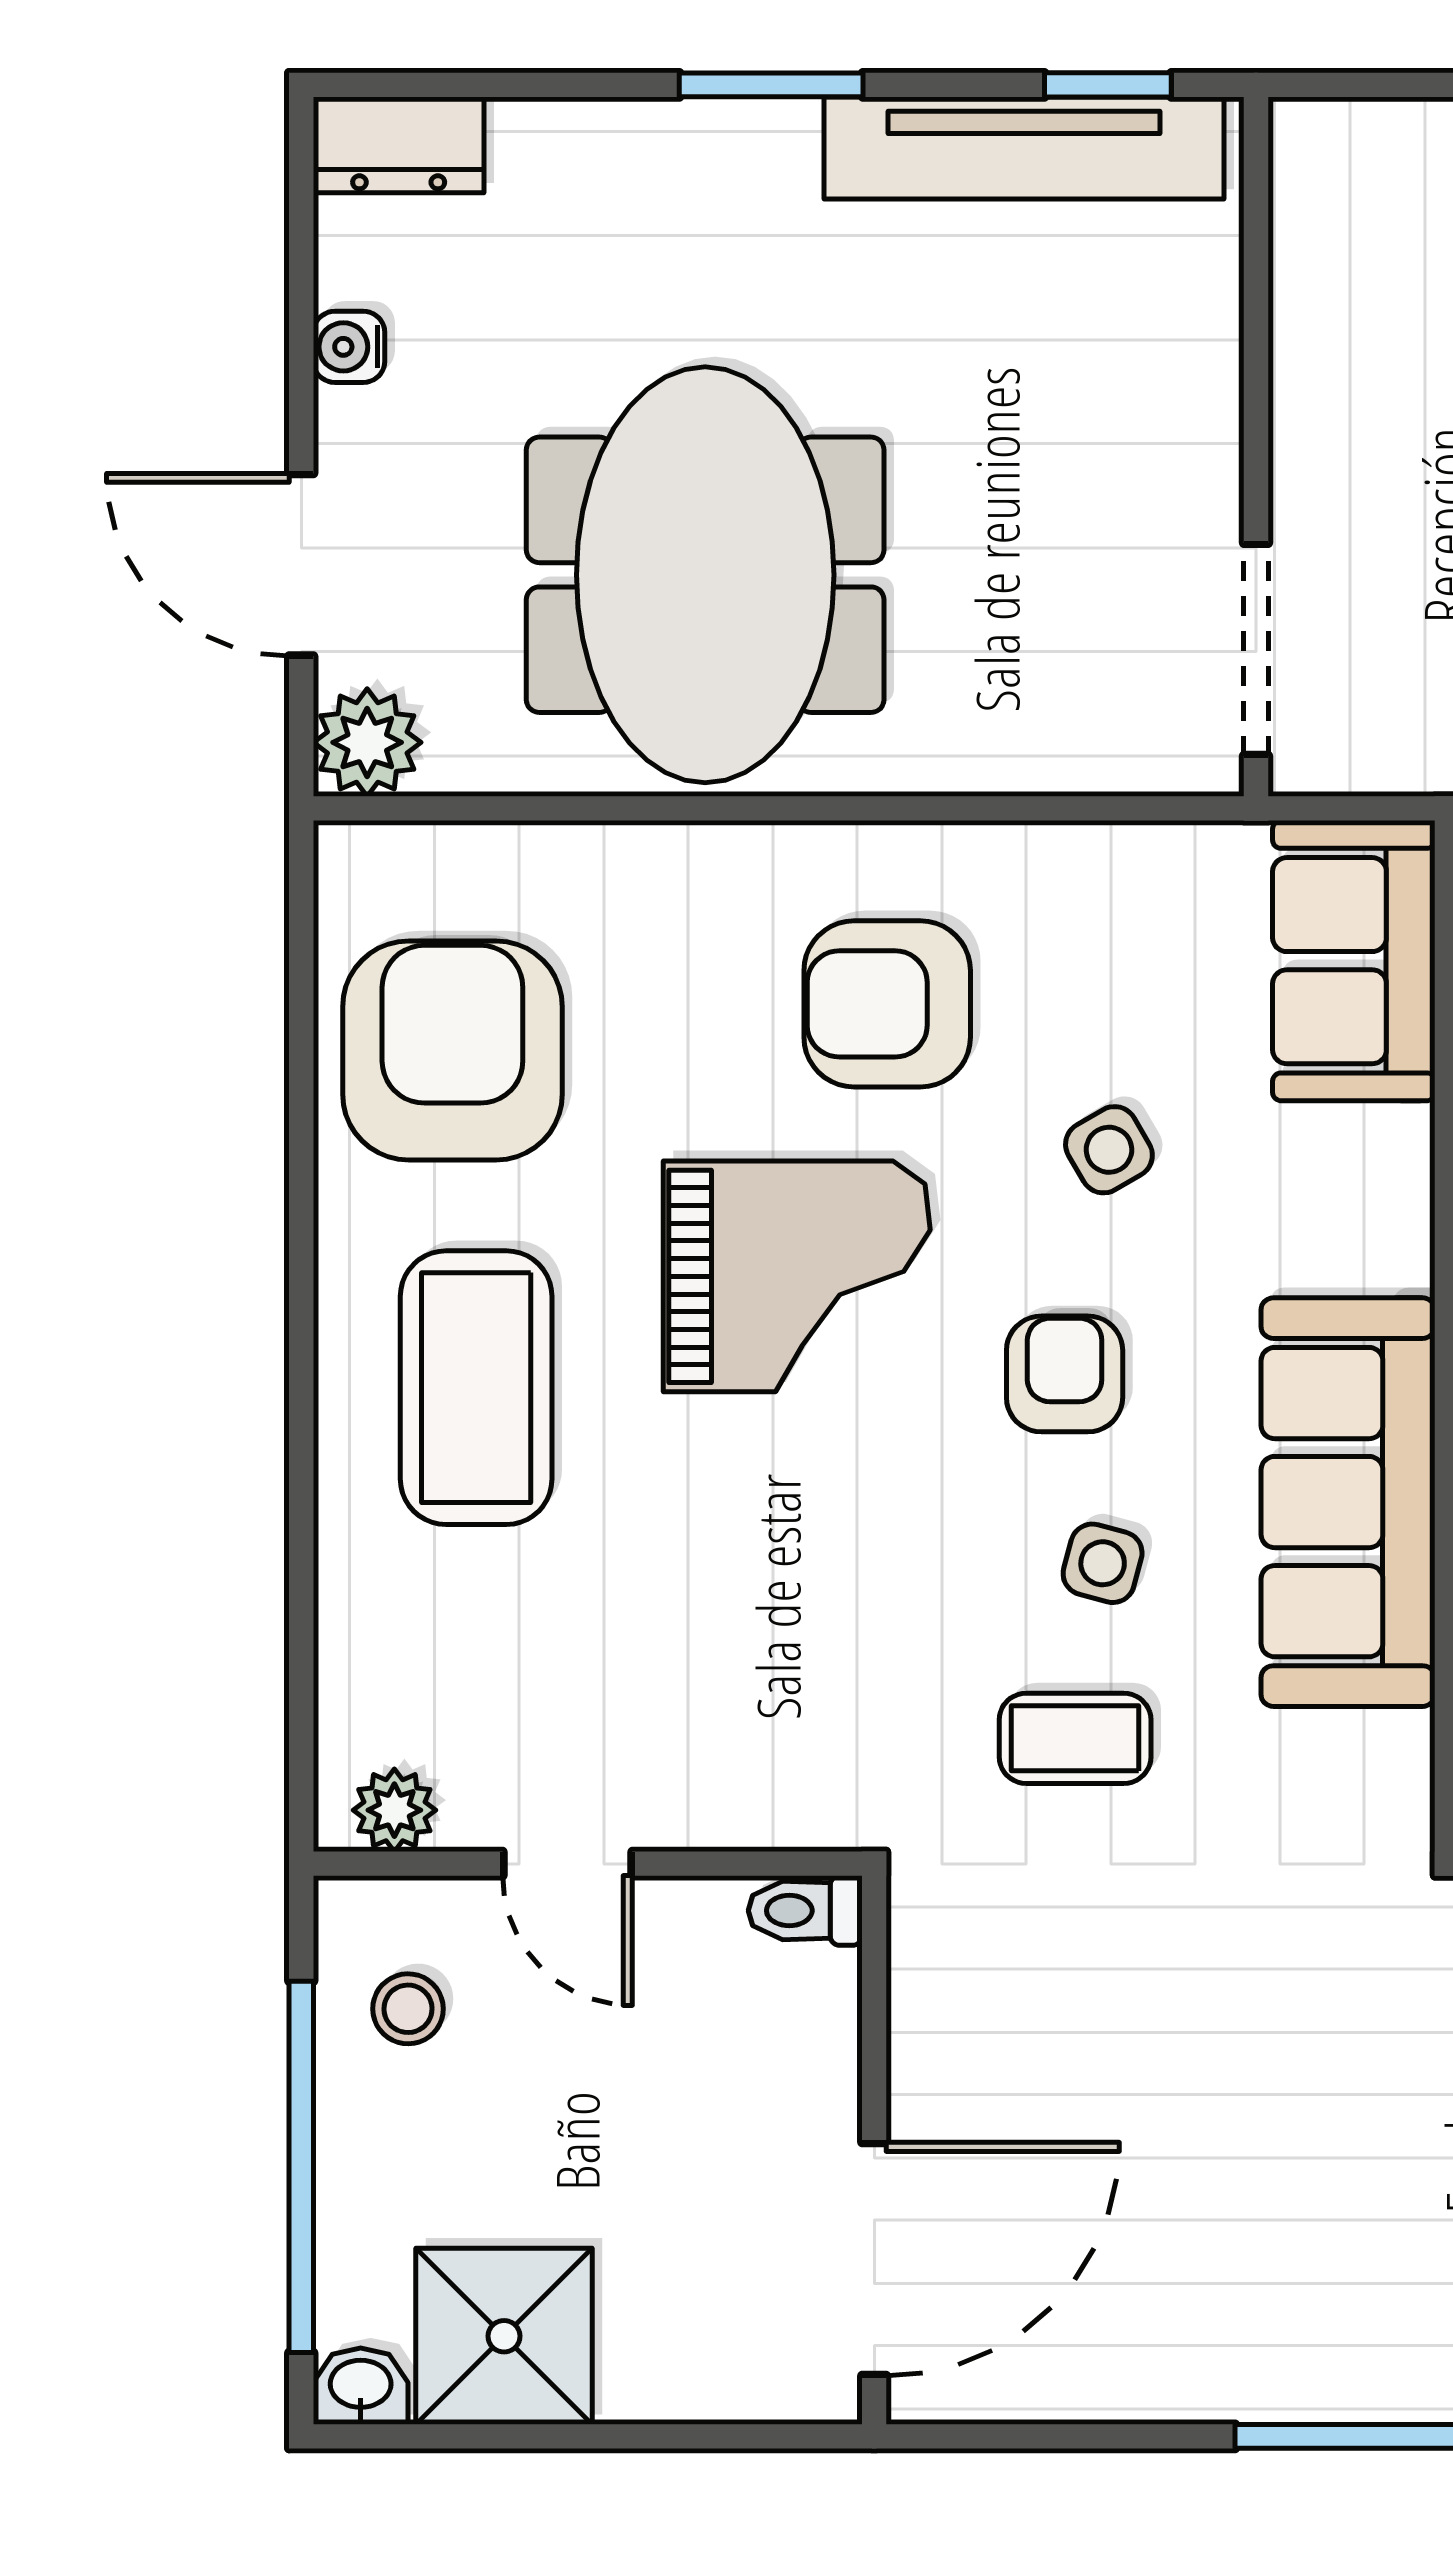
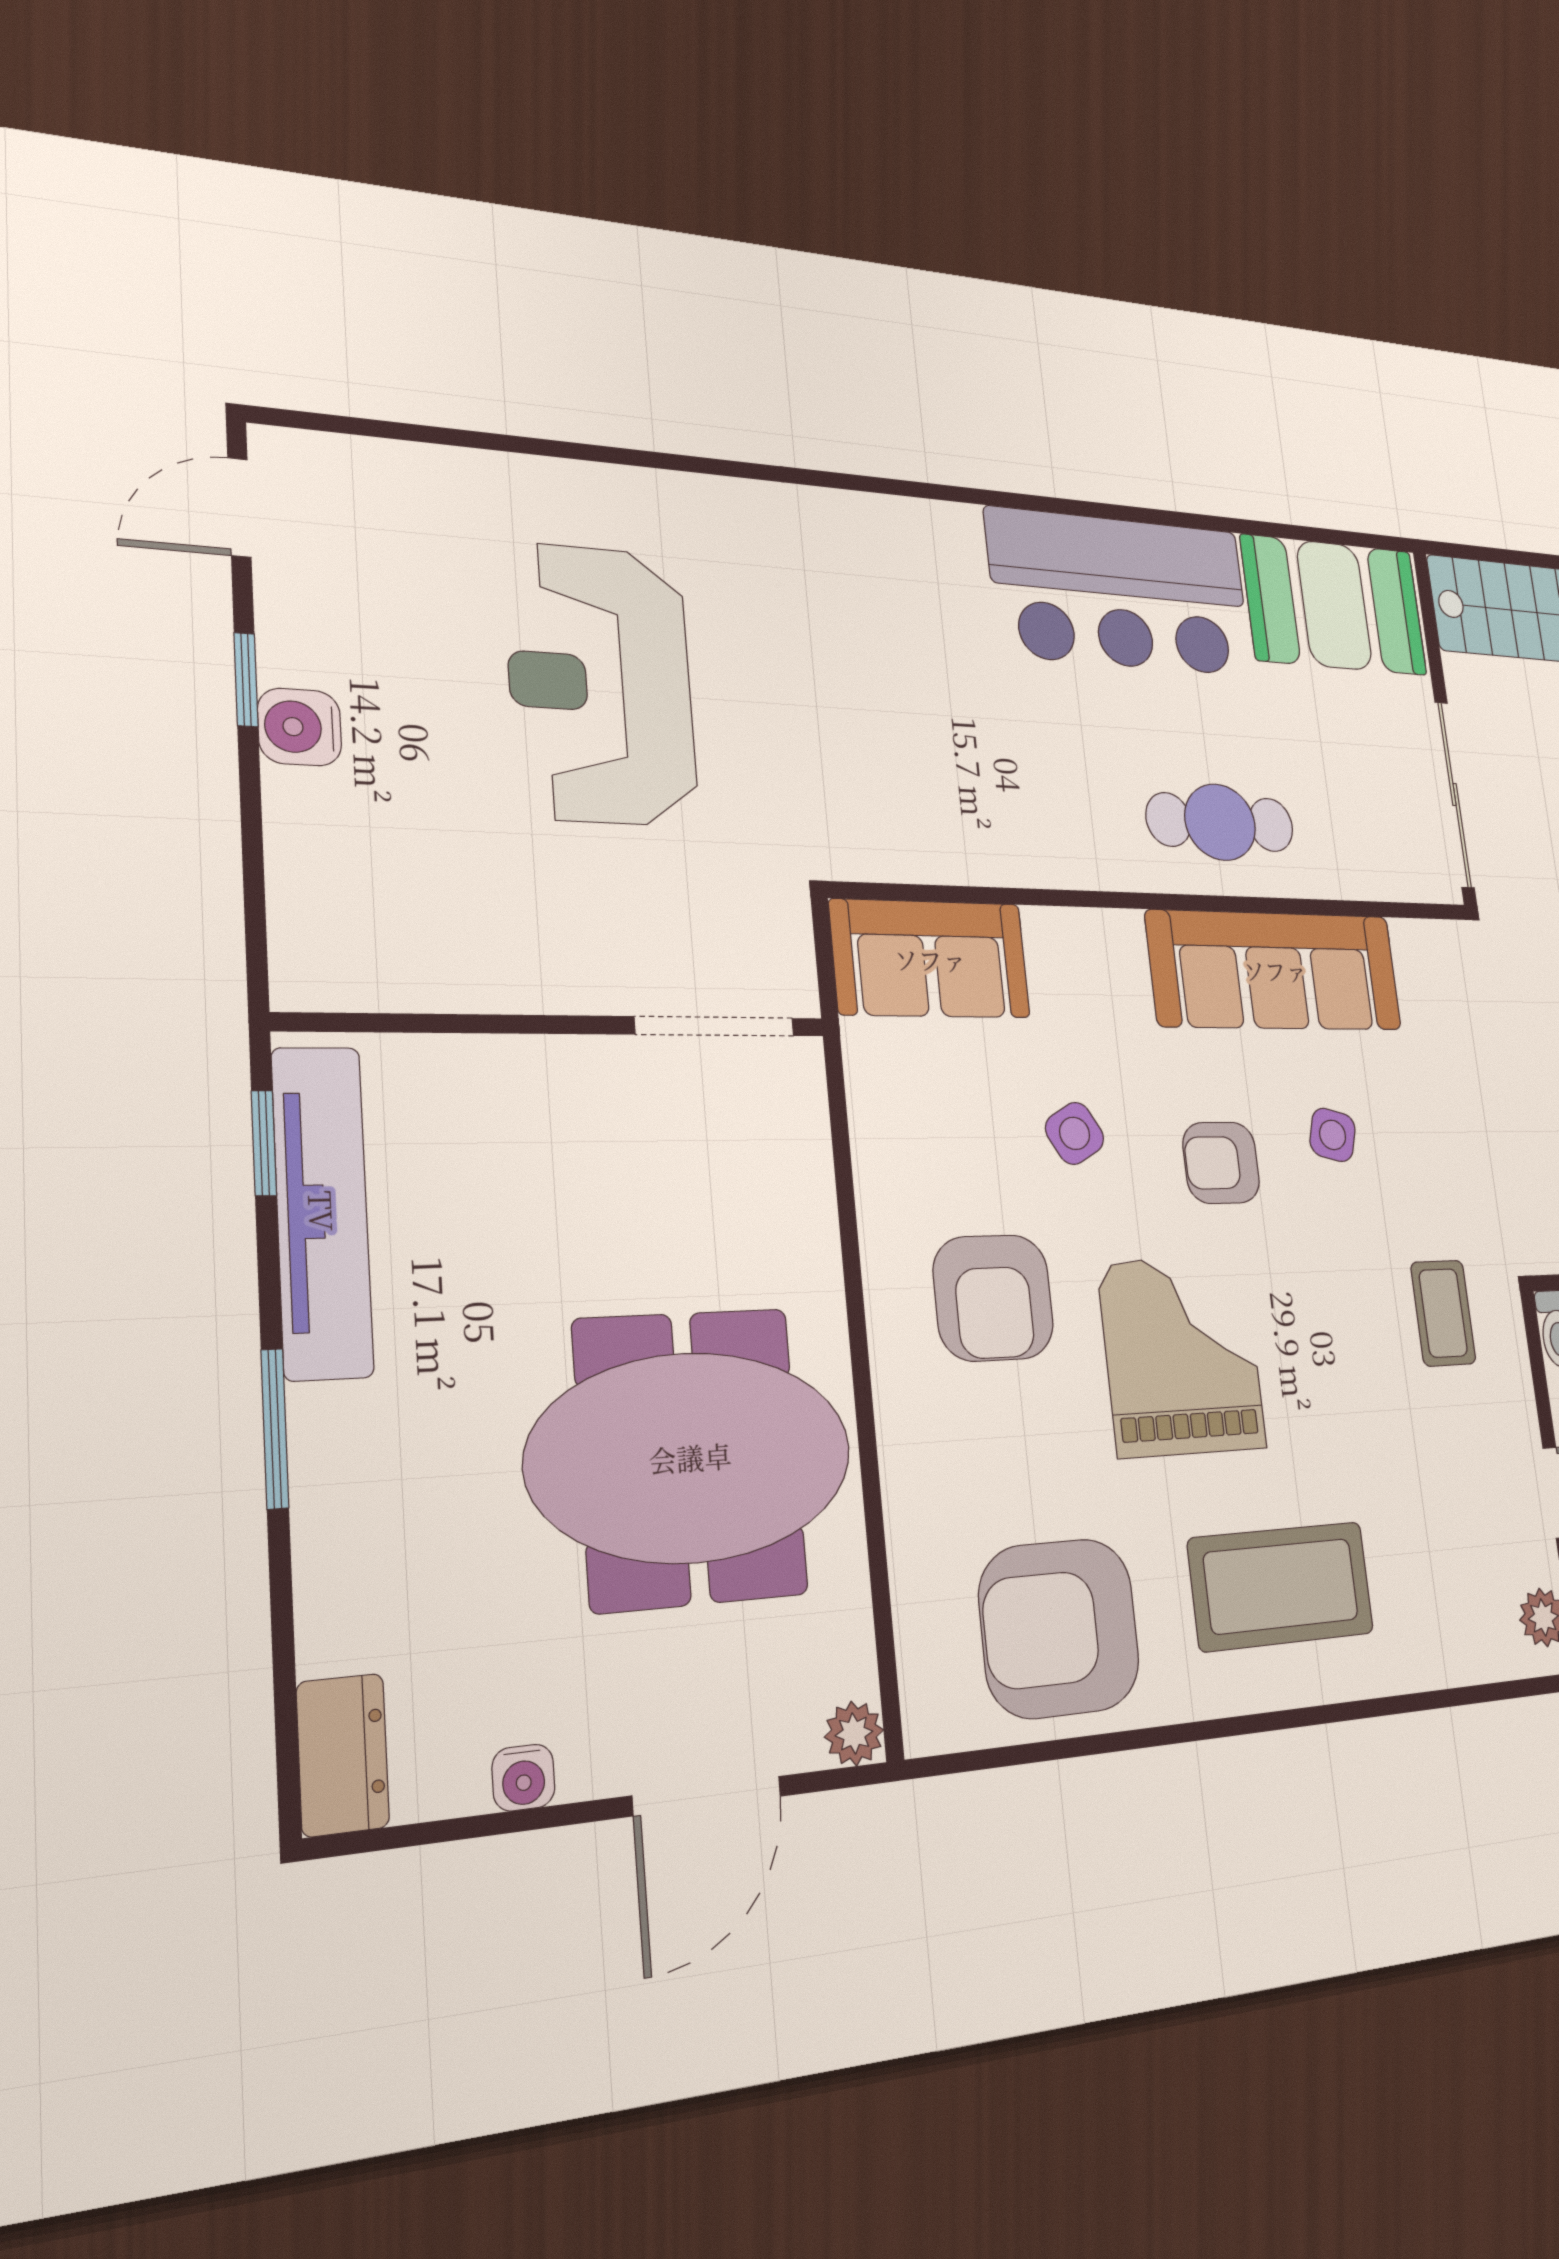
plant: (367, 742) -> (854, 1733), width x0.73, depth x0.73
coffee table: (1075, 1738) -> (1443, 1313), moved

